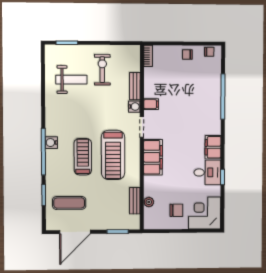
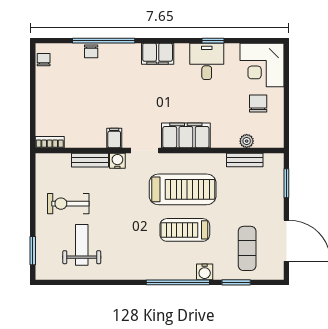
chair: (187, 54) -> (91, 51), moved
water cooler: (51, 143) -> (205, 272), moved
filing cabinet: (213, 147) -> (158, 54), moved

